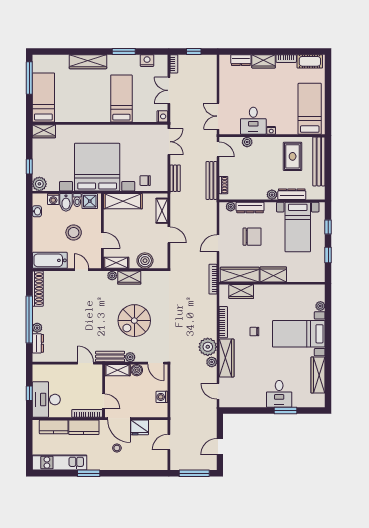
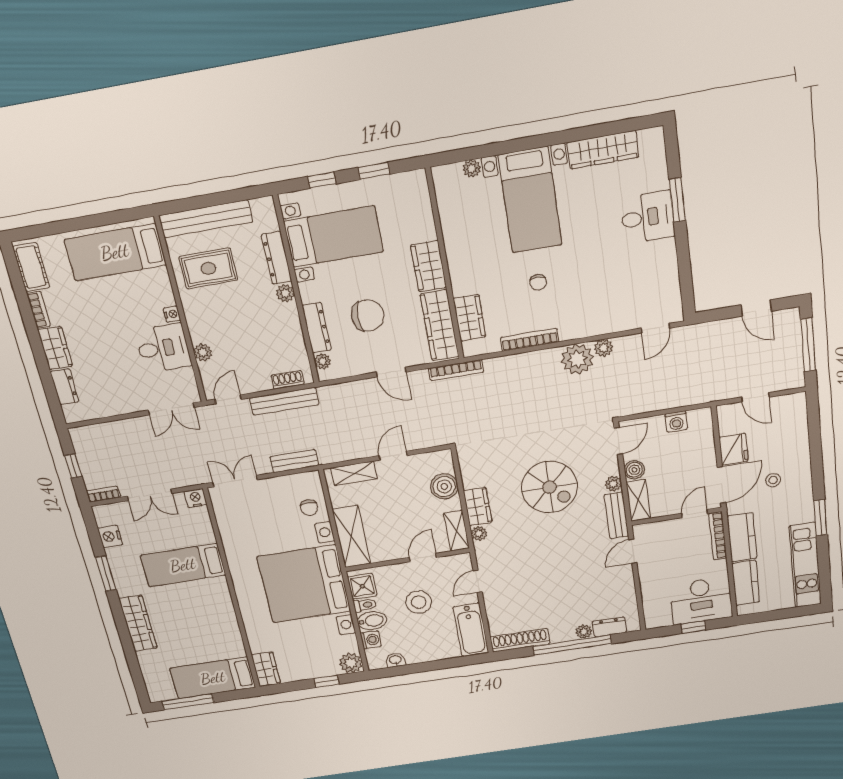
chair: (252, 237) -> (368, 316), turned 90
wardrobe: (227, 358) -> (593, 323), removed

